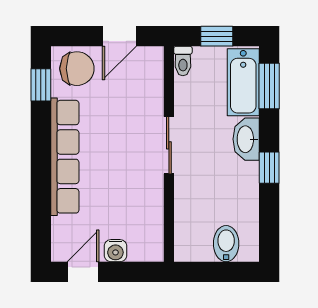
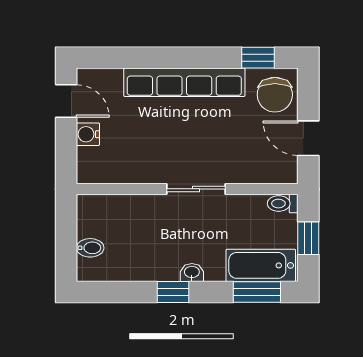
washbasin: (246, 139) -> (192, 272), width x0.52, depth x0.69
bidet: (226, 244) -> (90, 248), width x0.72, depth x0.74

